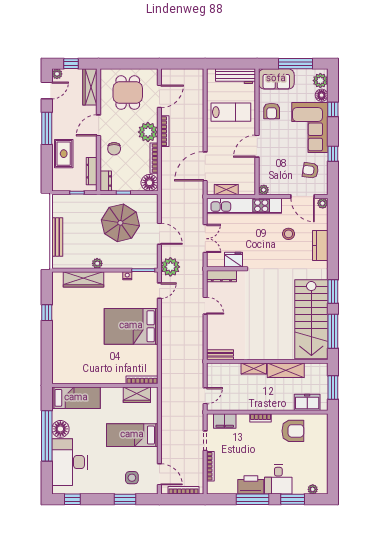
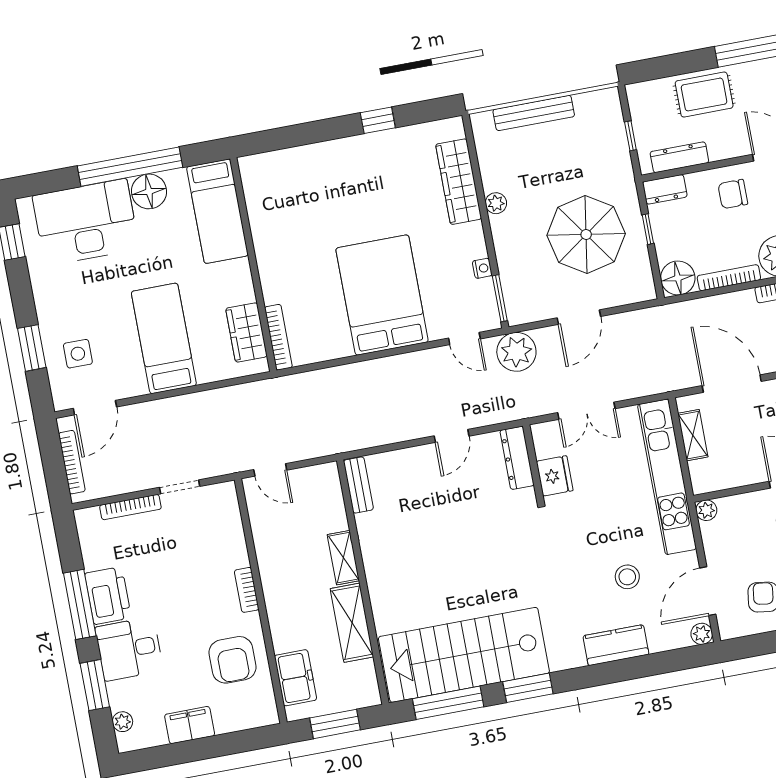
filing cabinet: (225, 421) -> (190, 725), moved, turned 90

